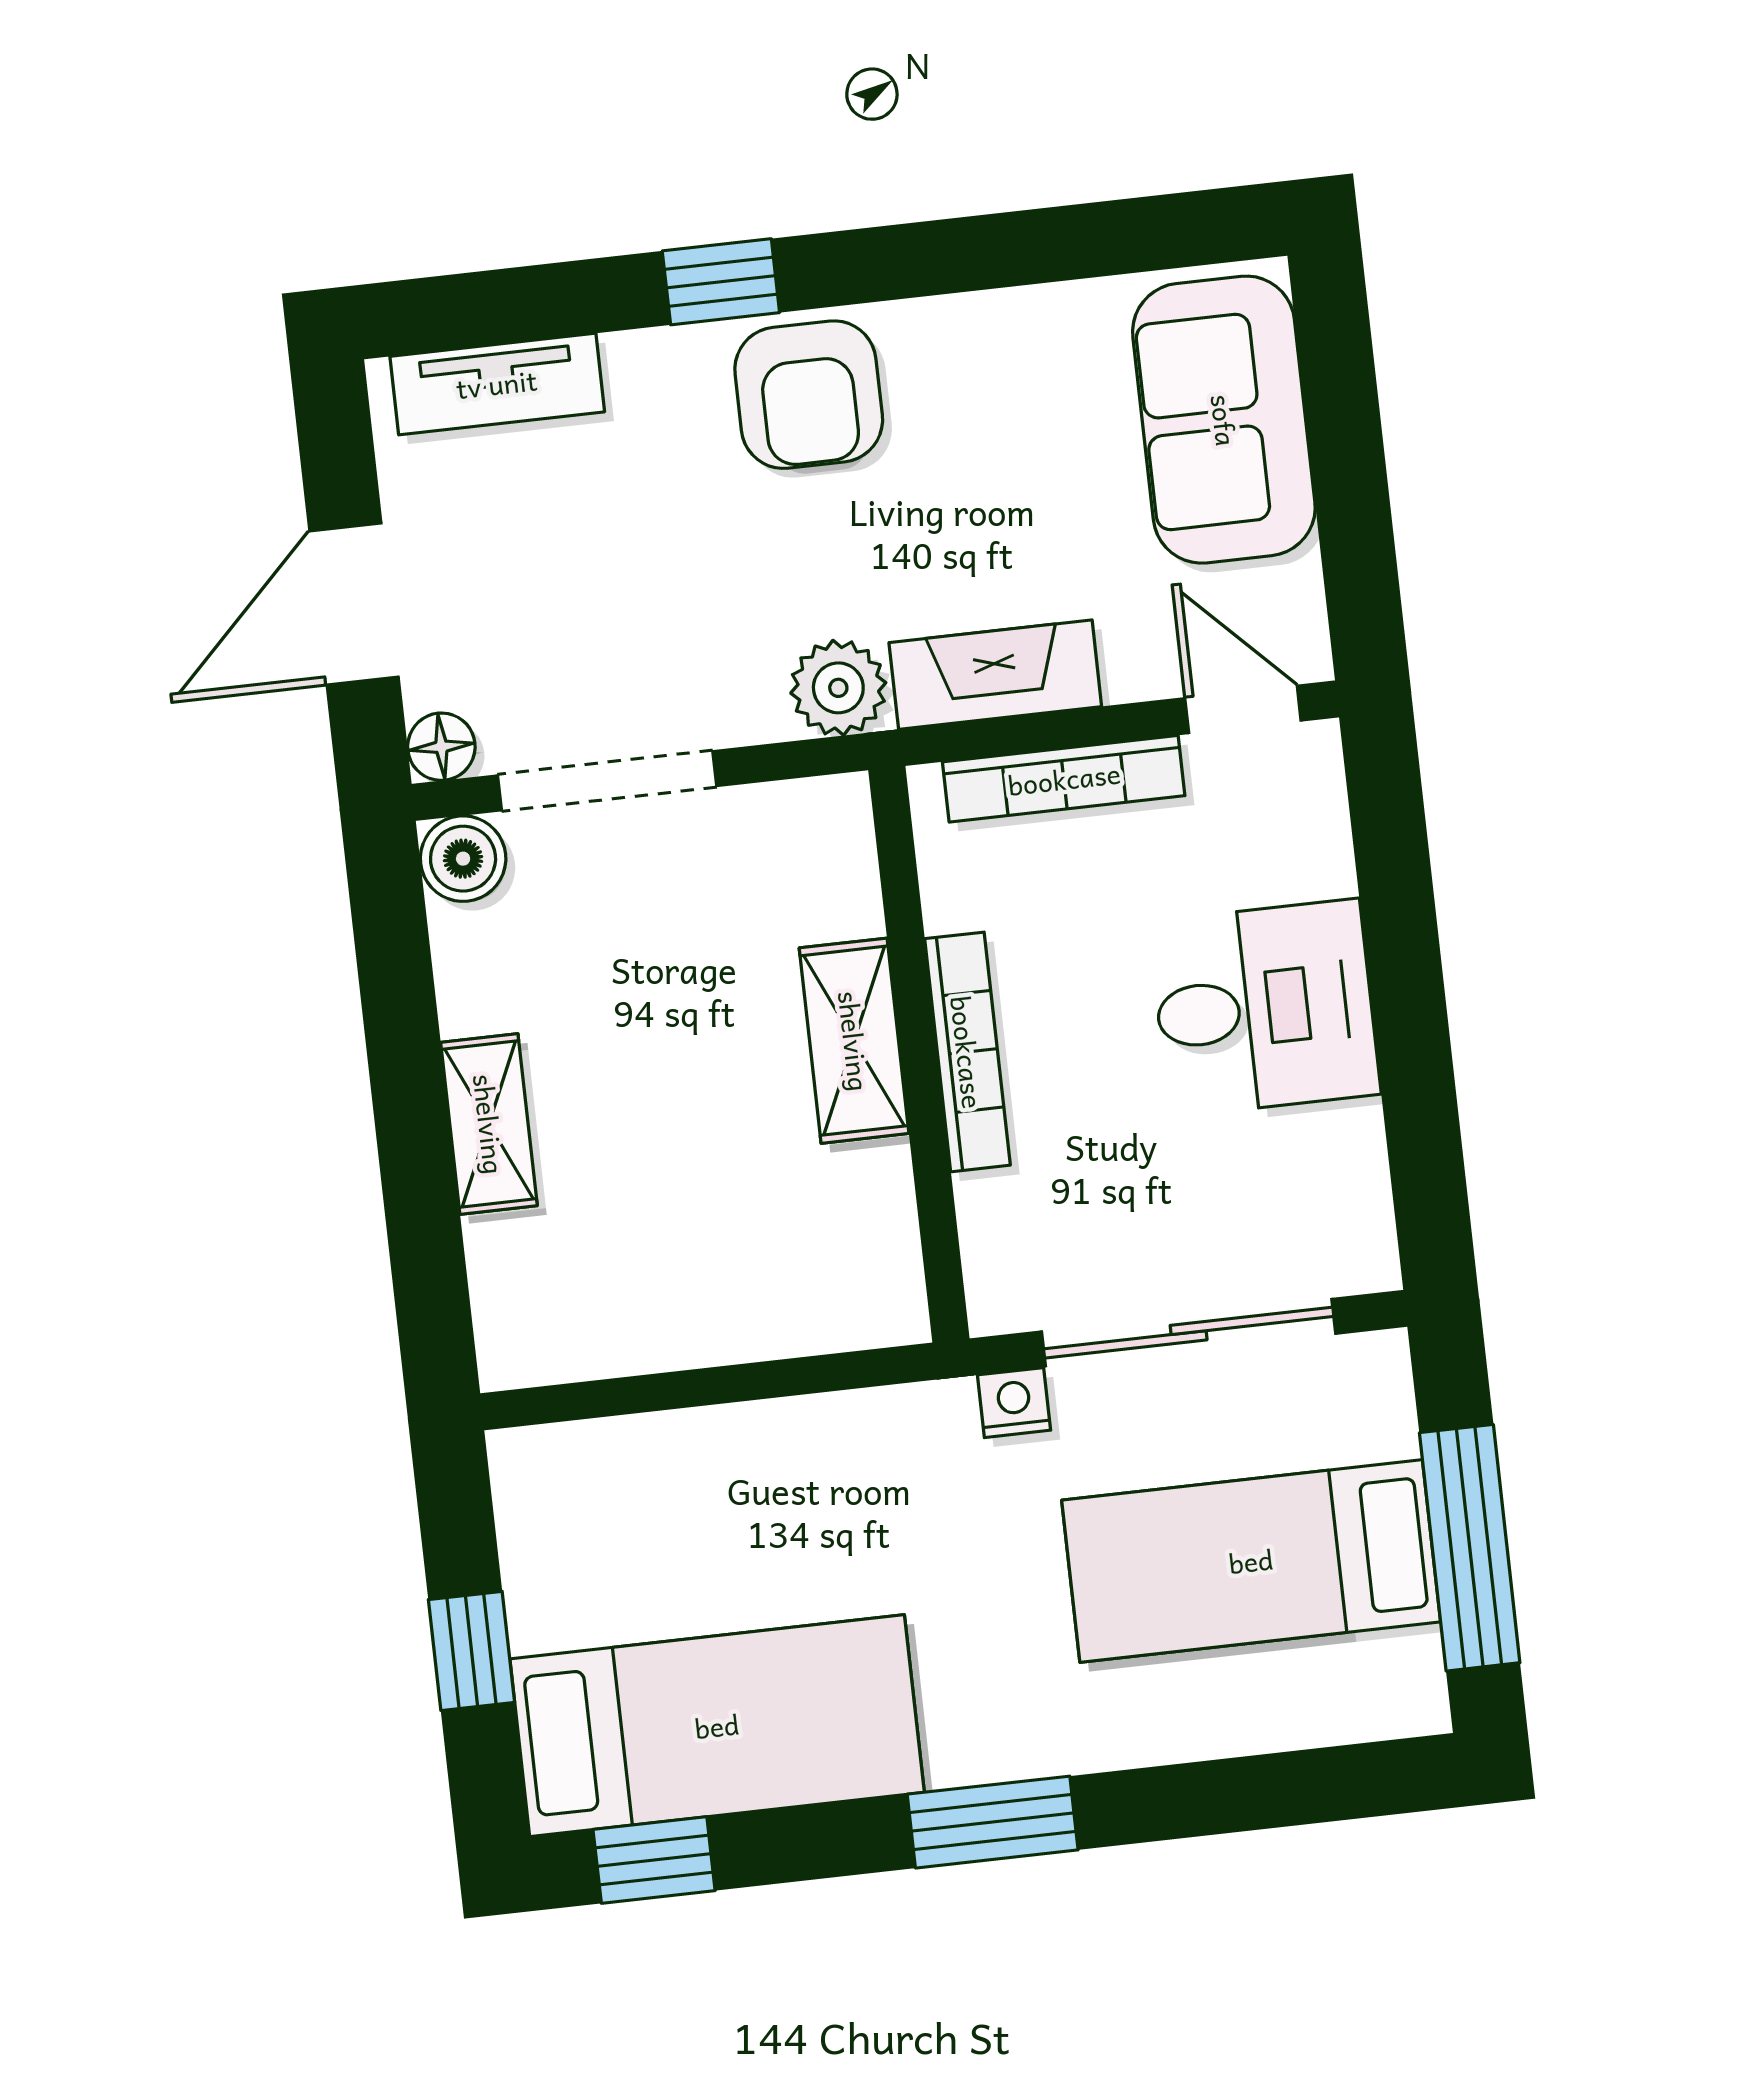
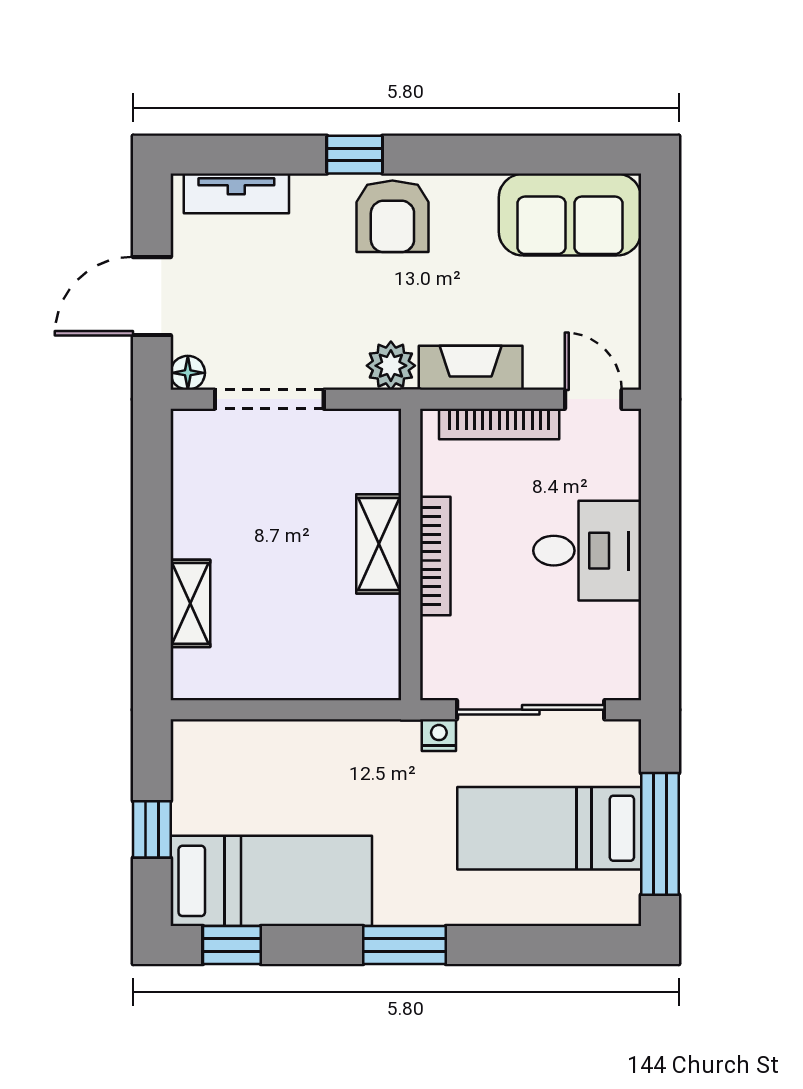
sofa: (1224, 420) -> (570, 215), moved, turned -90
boiler: (463, 859) -> (192, 430), removed
shelving: (489, 1124) -> (190, 603), moved

